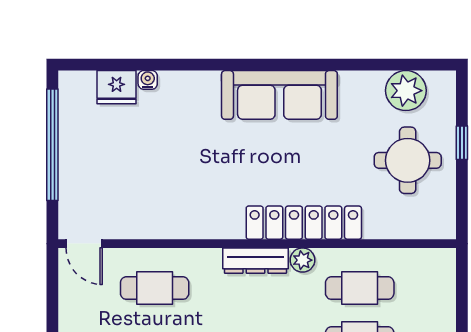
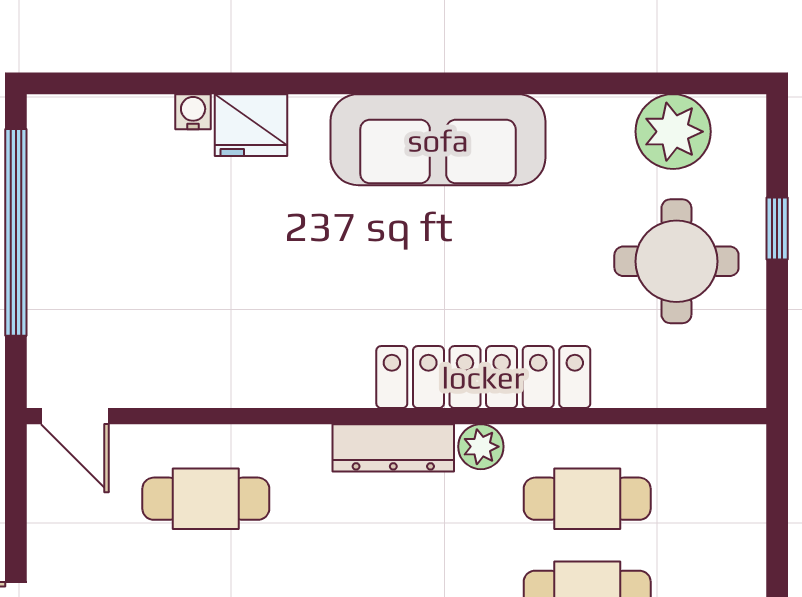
fridge: (117, 87) -> (251, 125), moved

